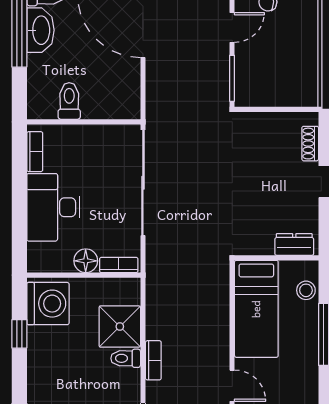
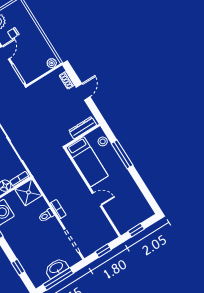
plant: (302, 97) -> (52, 63), added
dresser: (294, 244) -> (83, 128), width x1.44
shower: (120, 327) -> (28, 192), moved

